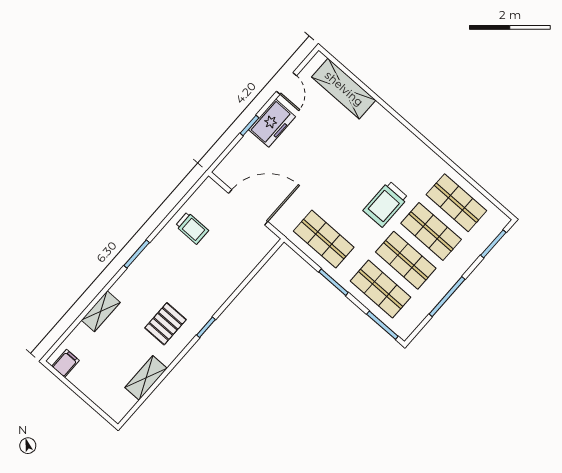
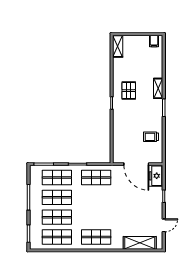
door: (286, 83) -> (164, 225), swing flipped
freezer: (272, 123) -> (156, 176), moved
shop shelf: (400, 153) -> (96, 237), added
trolley: (386, 204) -> (84, 212), removed
door: (248, 207) -> (136, 164), hinge flipped
shelving: (101, 311) -> (158, 88), moved
shelving: (146, 378) -> (118, 46), moved

